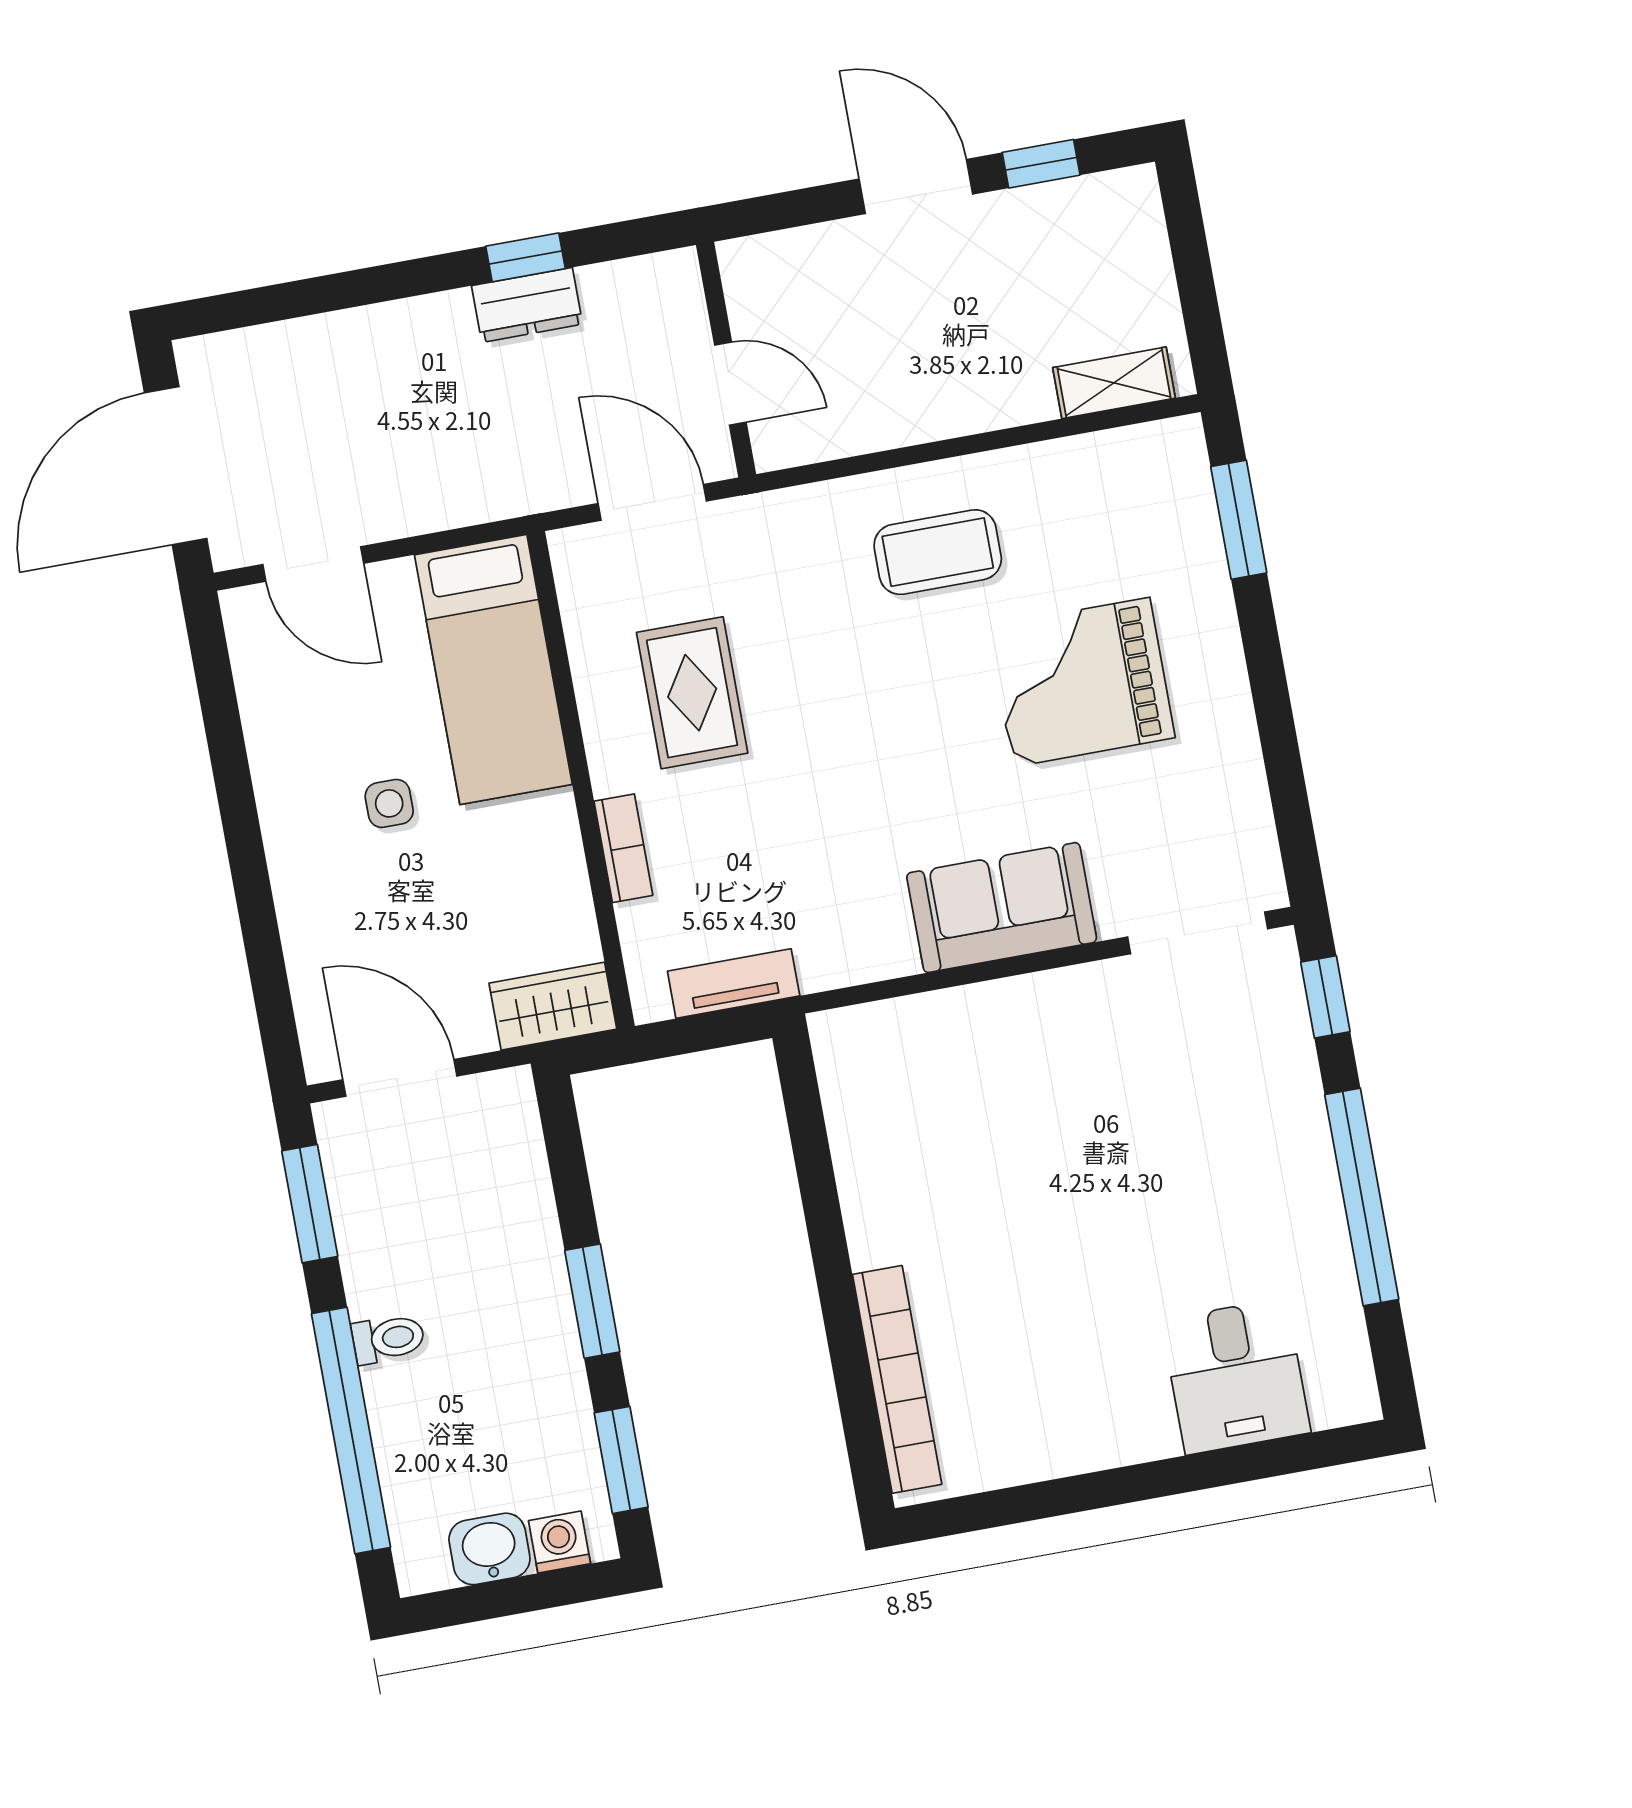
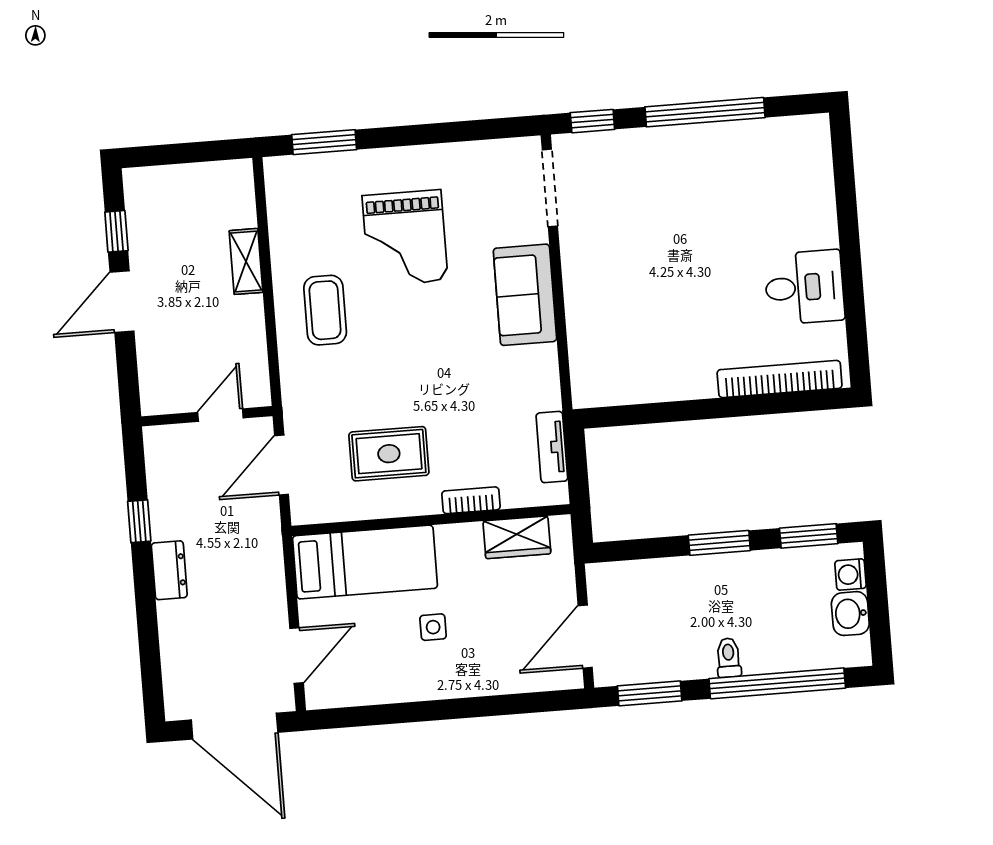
dresser: (527, 305) -> (169, 570), moved
shelving: (1114, 383) -> (246, 261), moved
wardrobe: (553, 1006) -> (517, 537), moved, turned -90
desk: (1236, 1376) -> (804, 287), moved

